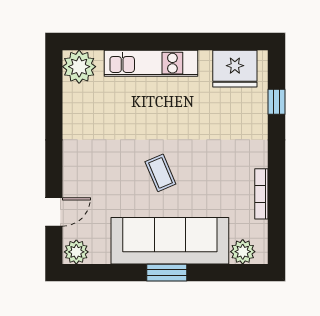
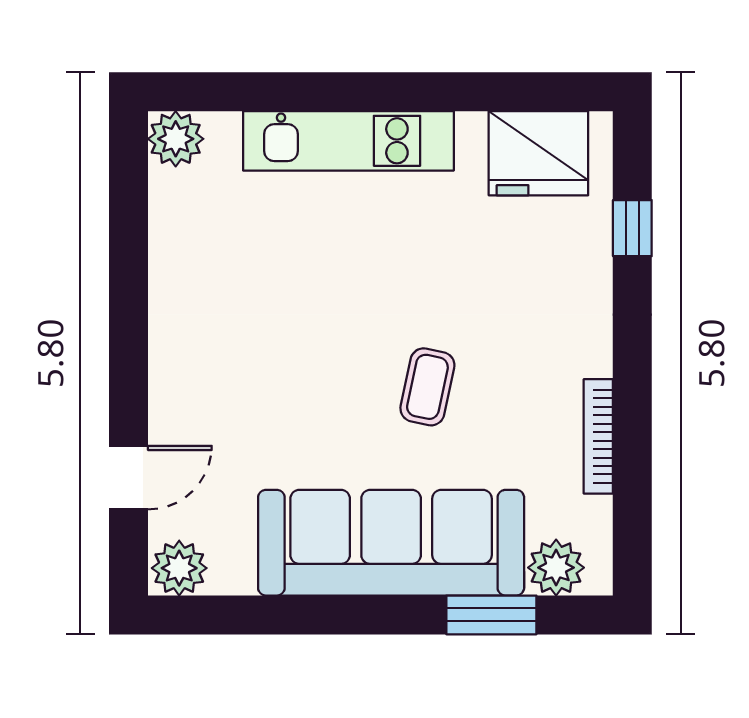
plant: (79, 67) -> (176, 139), width x0.73, depth x0.73
coffee table: (160, 173) -> (427, 387), moved, turned 35
window: (167, 273) -> (491, 615), moved

